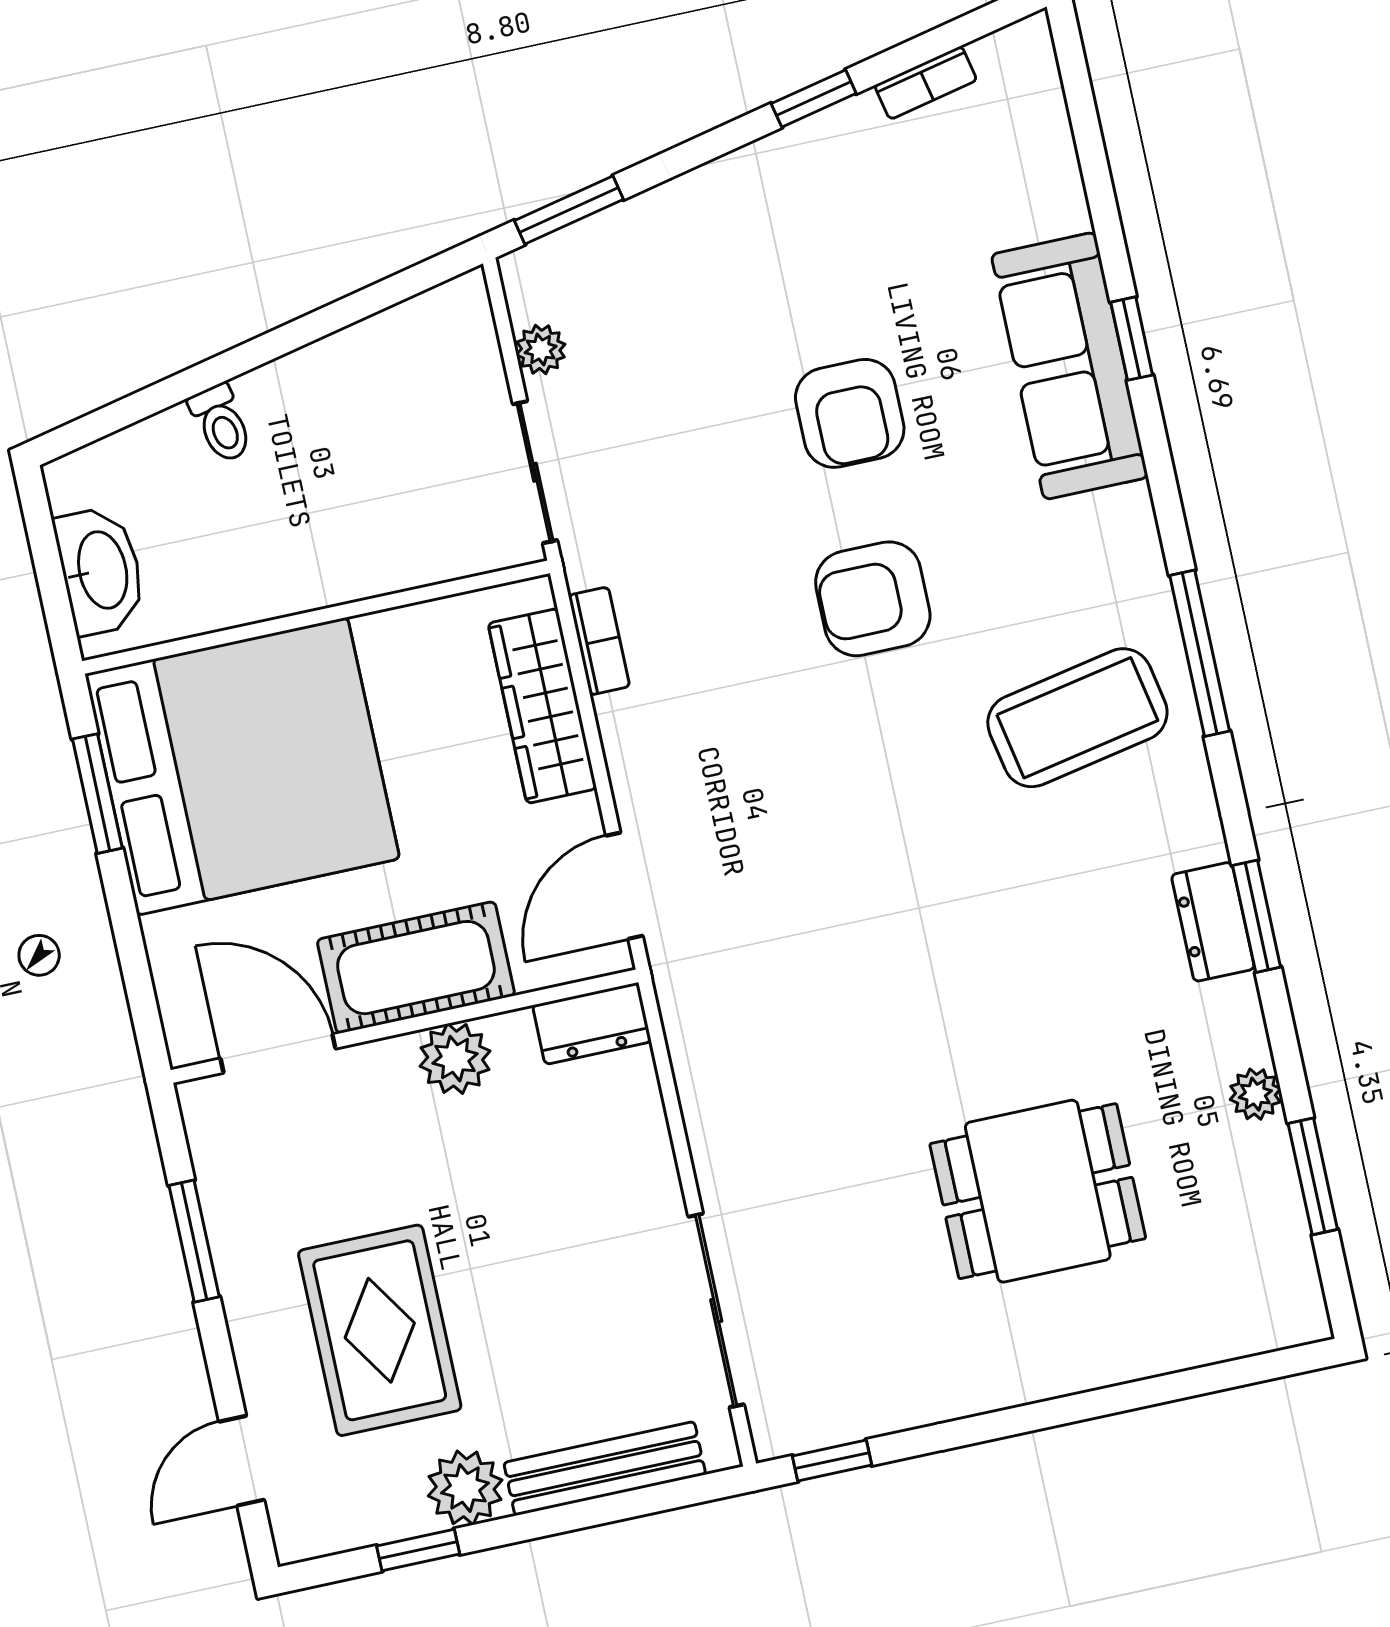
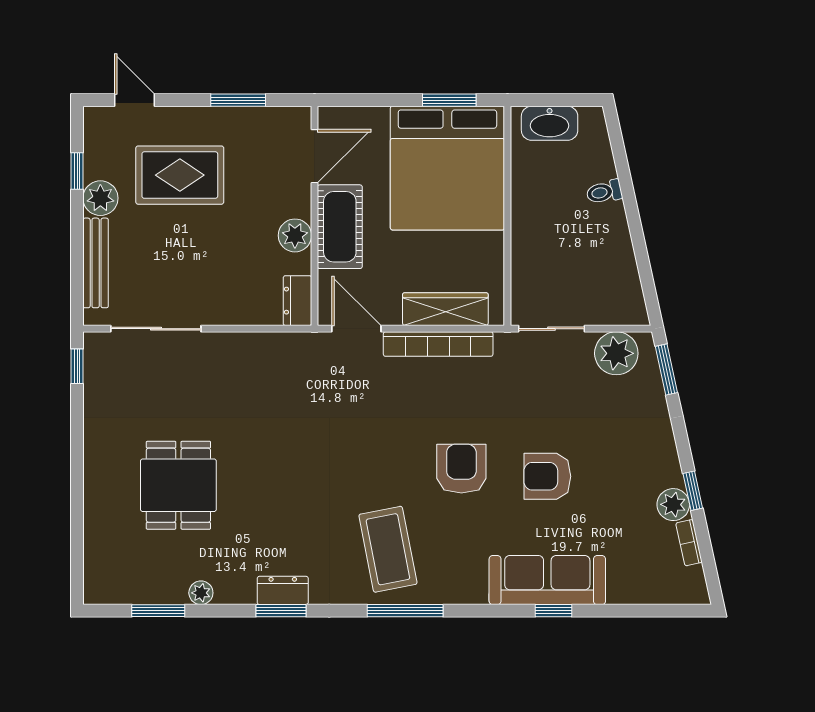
plant: (852, 134) -> (673, 505), added
plant: (541, 349) -> (616, 353), width x1.88, depth x1.88
bookcase: (599, 641) -> (438, 344), width x2.31, depth x1.31

